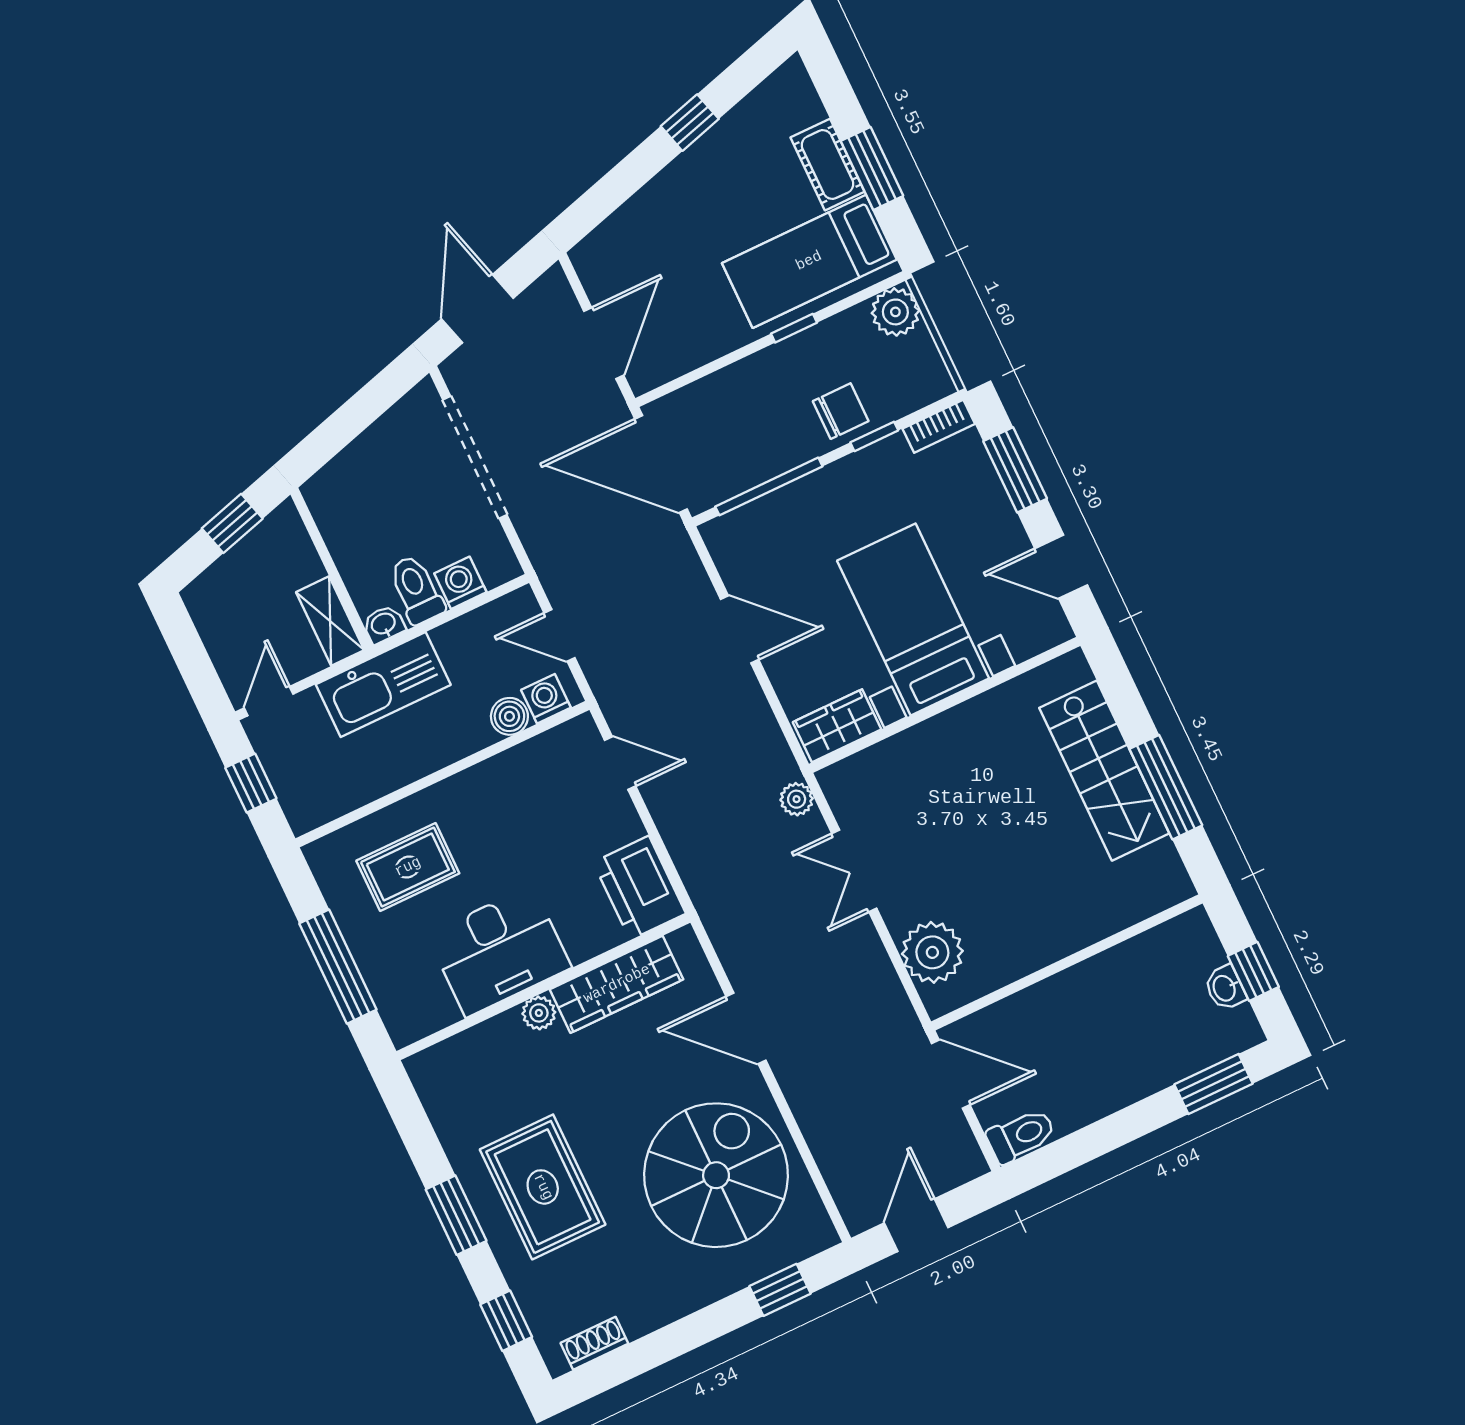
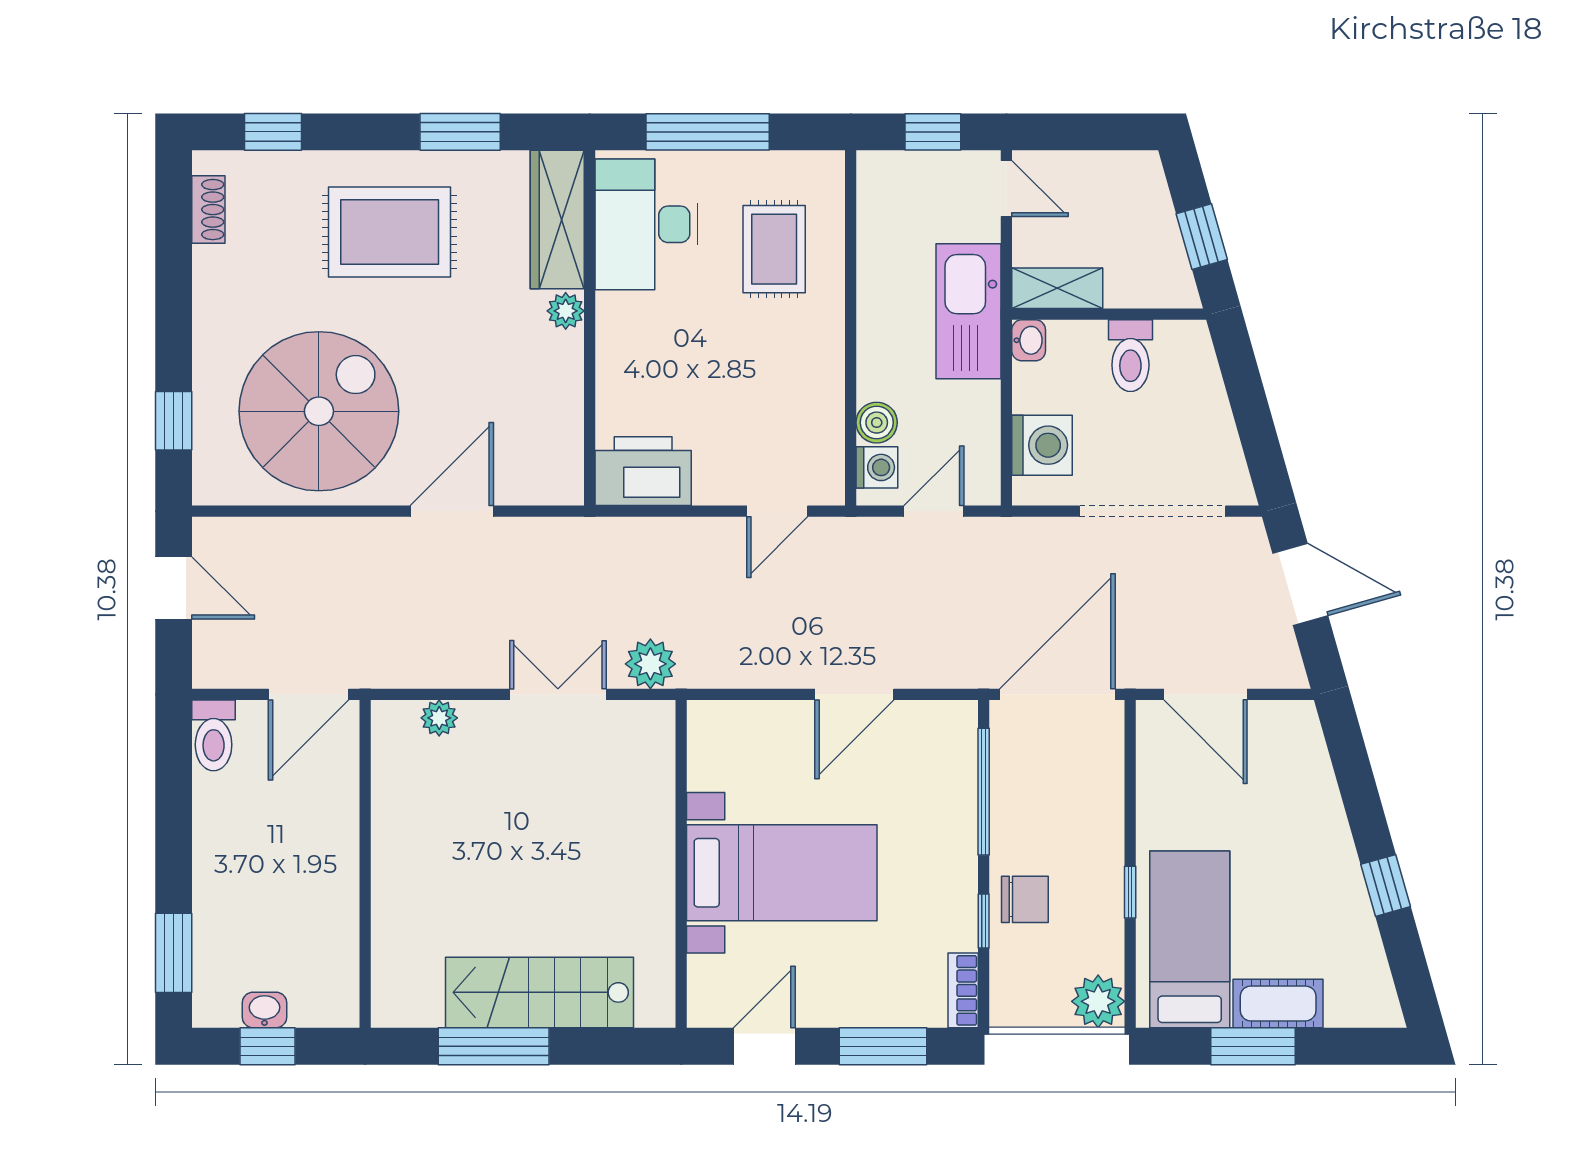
chair: (841, 411) -> (1025, 899), turned -90
washing machine: (460, 583) -> (1042, 445), width x1.38, depth x1.38
toilet: (416, 590) -> (1130, 356), moved, turned 90
wardrobe: (837, 726) -> (711, 746), removed
plant: (797, 799) -> (650, 664), width x1.38, depth x1.38
desk: (499, 951) -> (647, 224), moved
plant: (932, 952) -> (439, 718), width x0.53, depth x0.53
wardrobe: (617, 984) -> (557, 219), moved
spiral stairs: (716, 1175) -> (319, 411), turned -90
window: (456, 1215) -> (460, 132), moved

